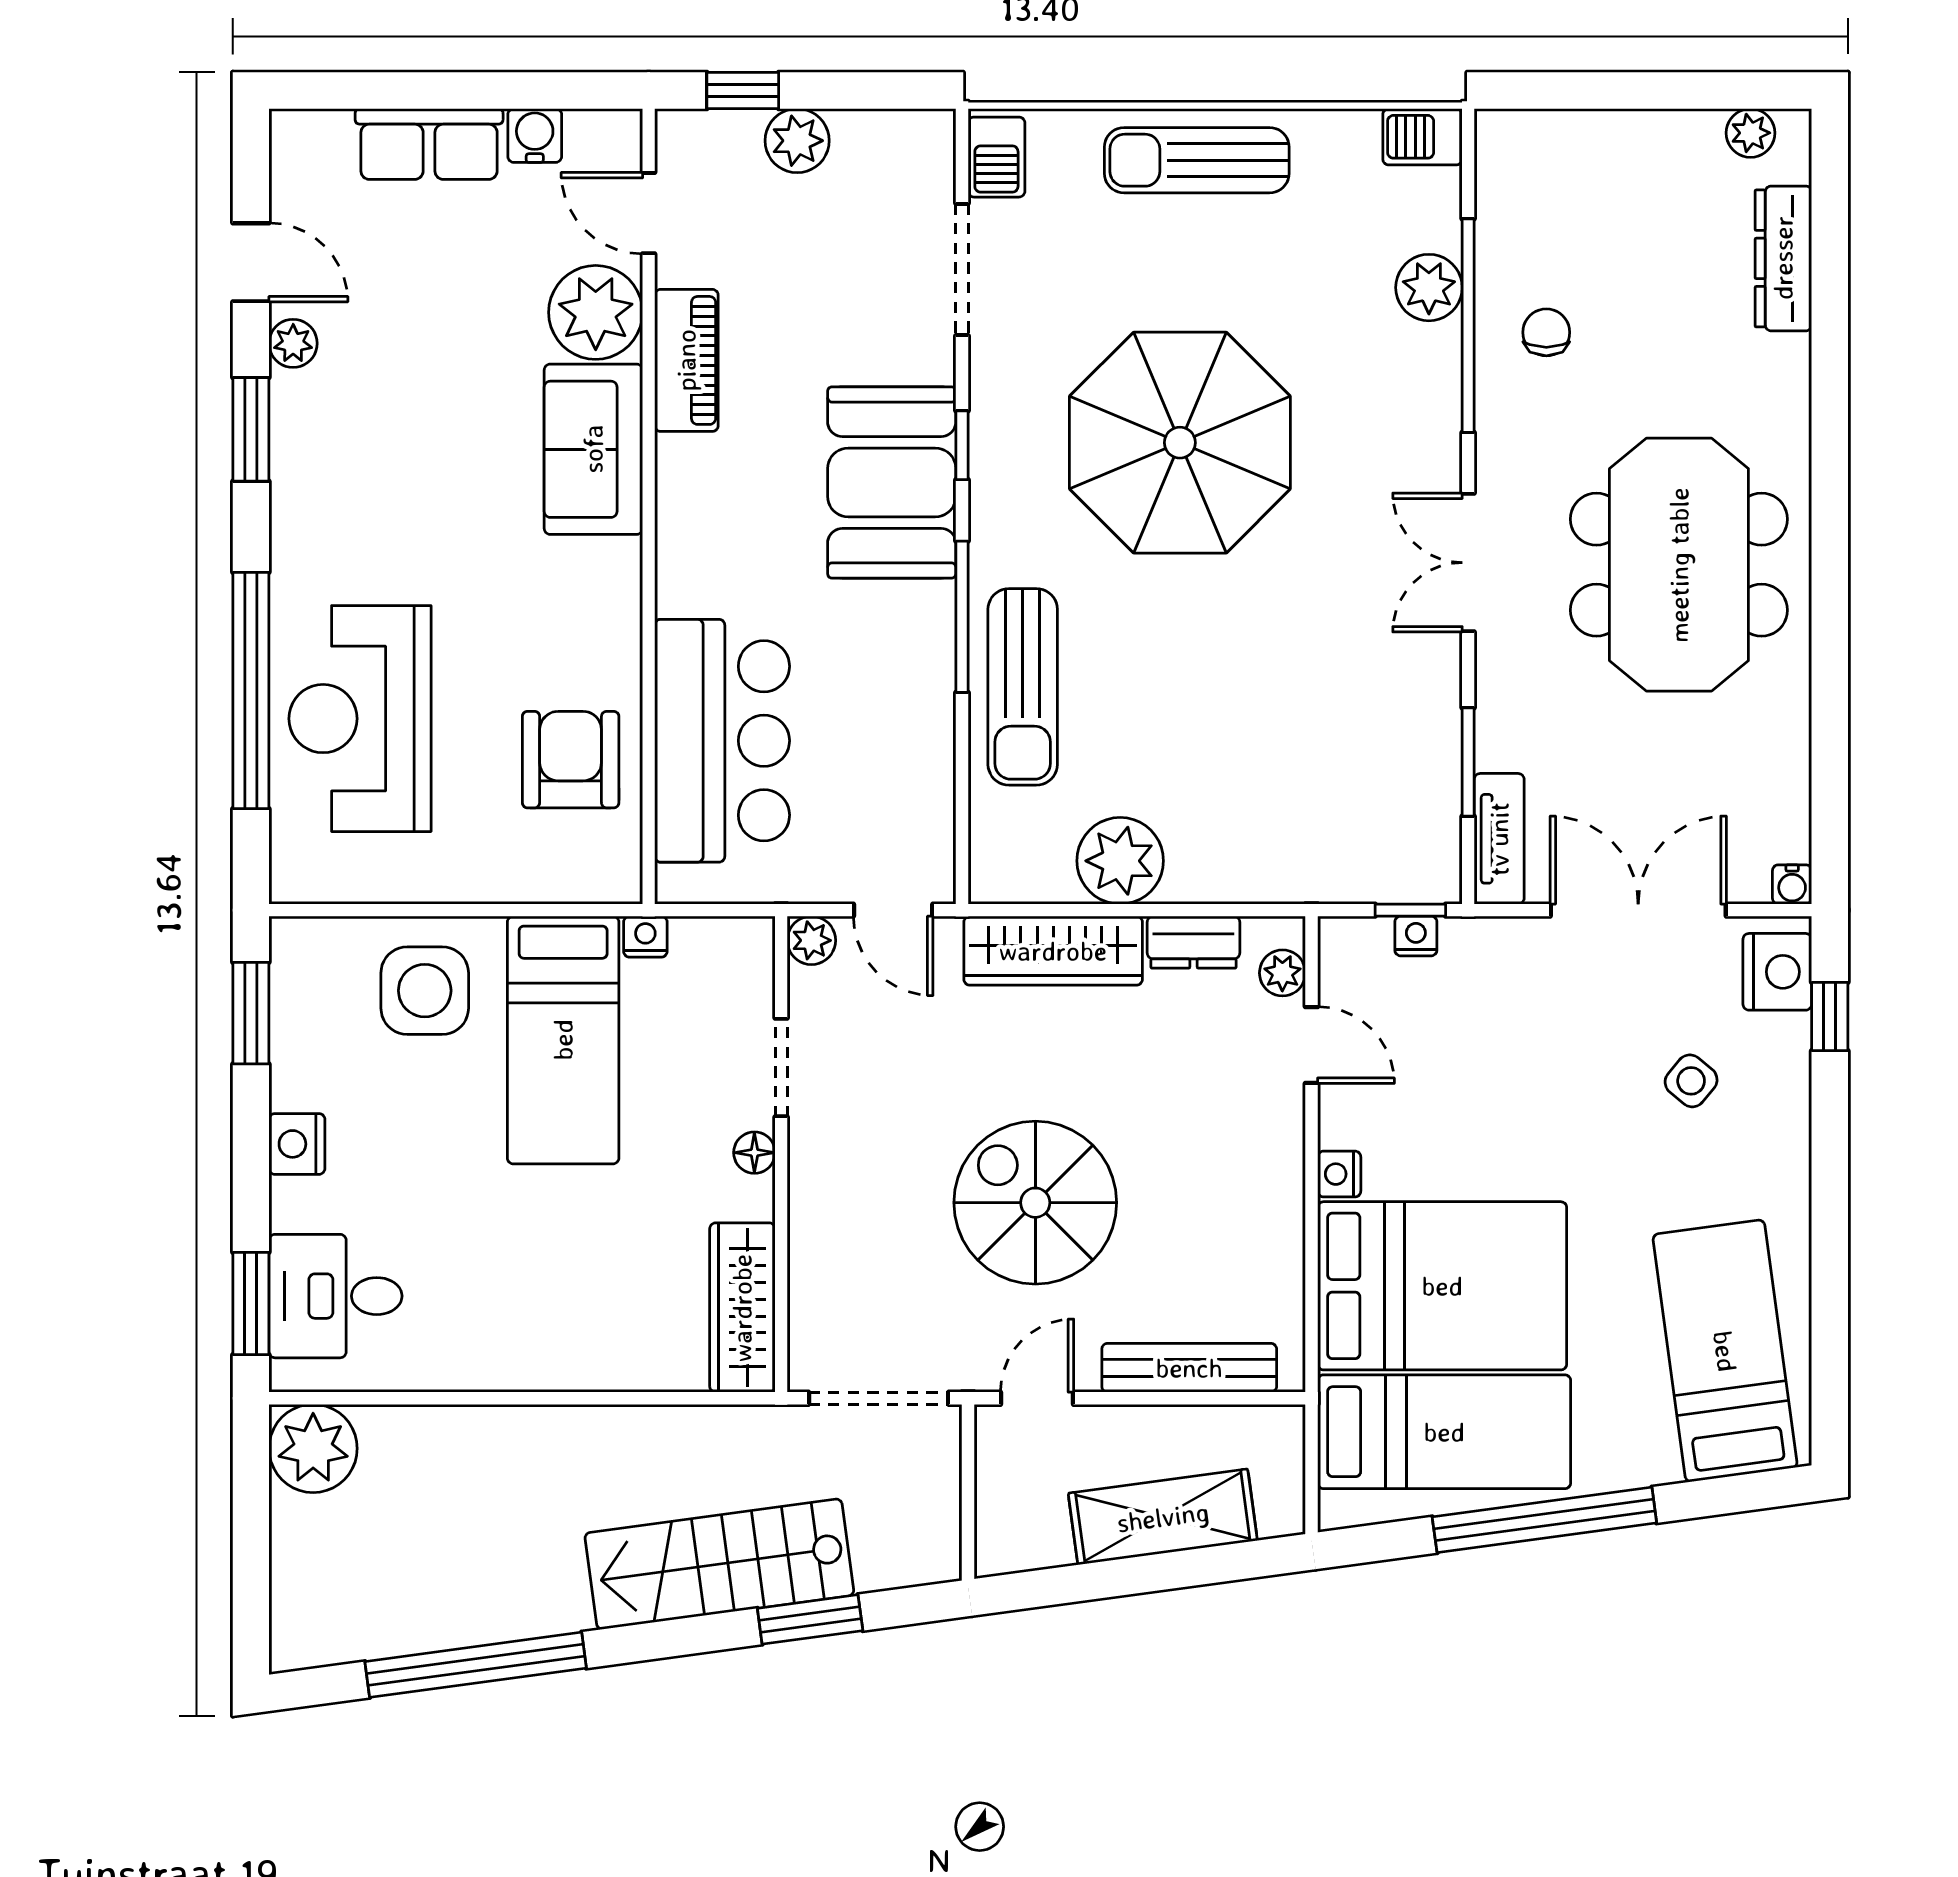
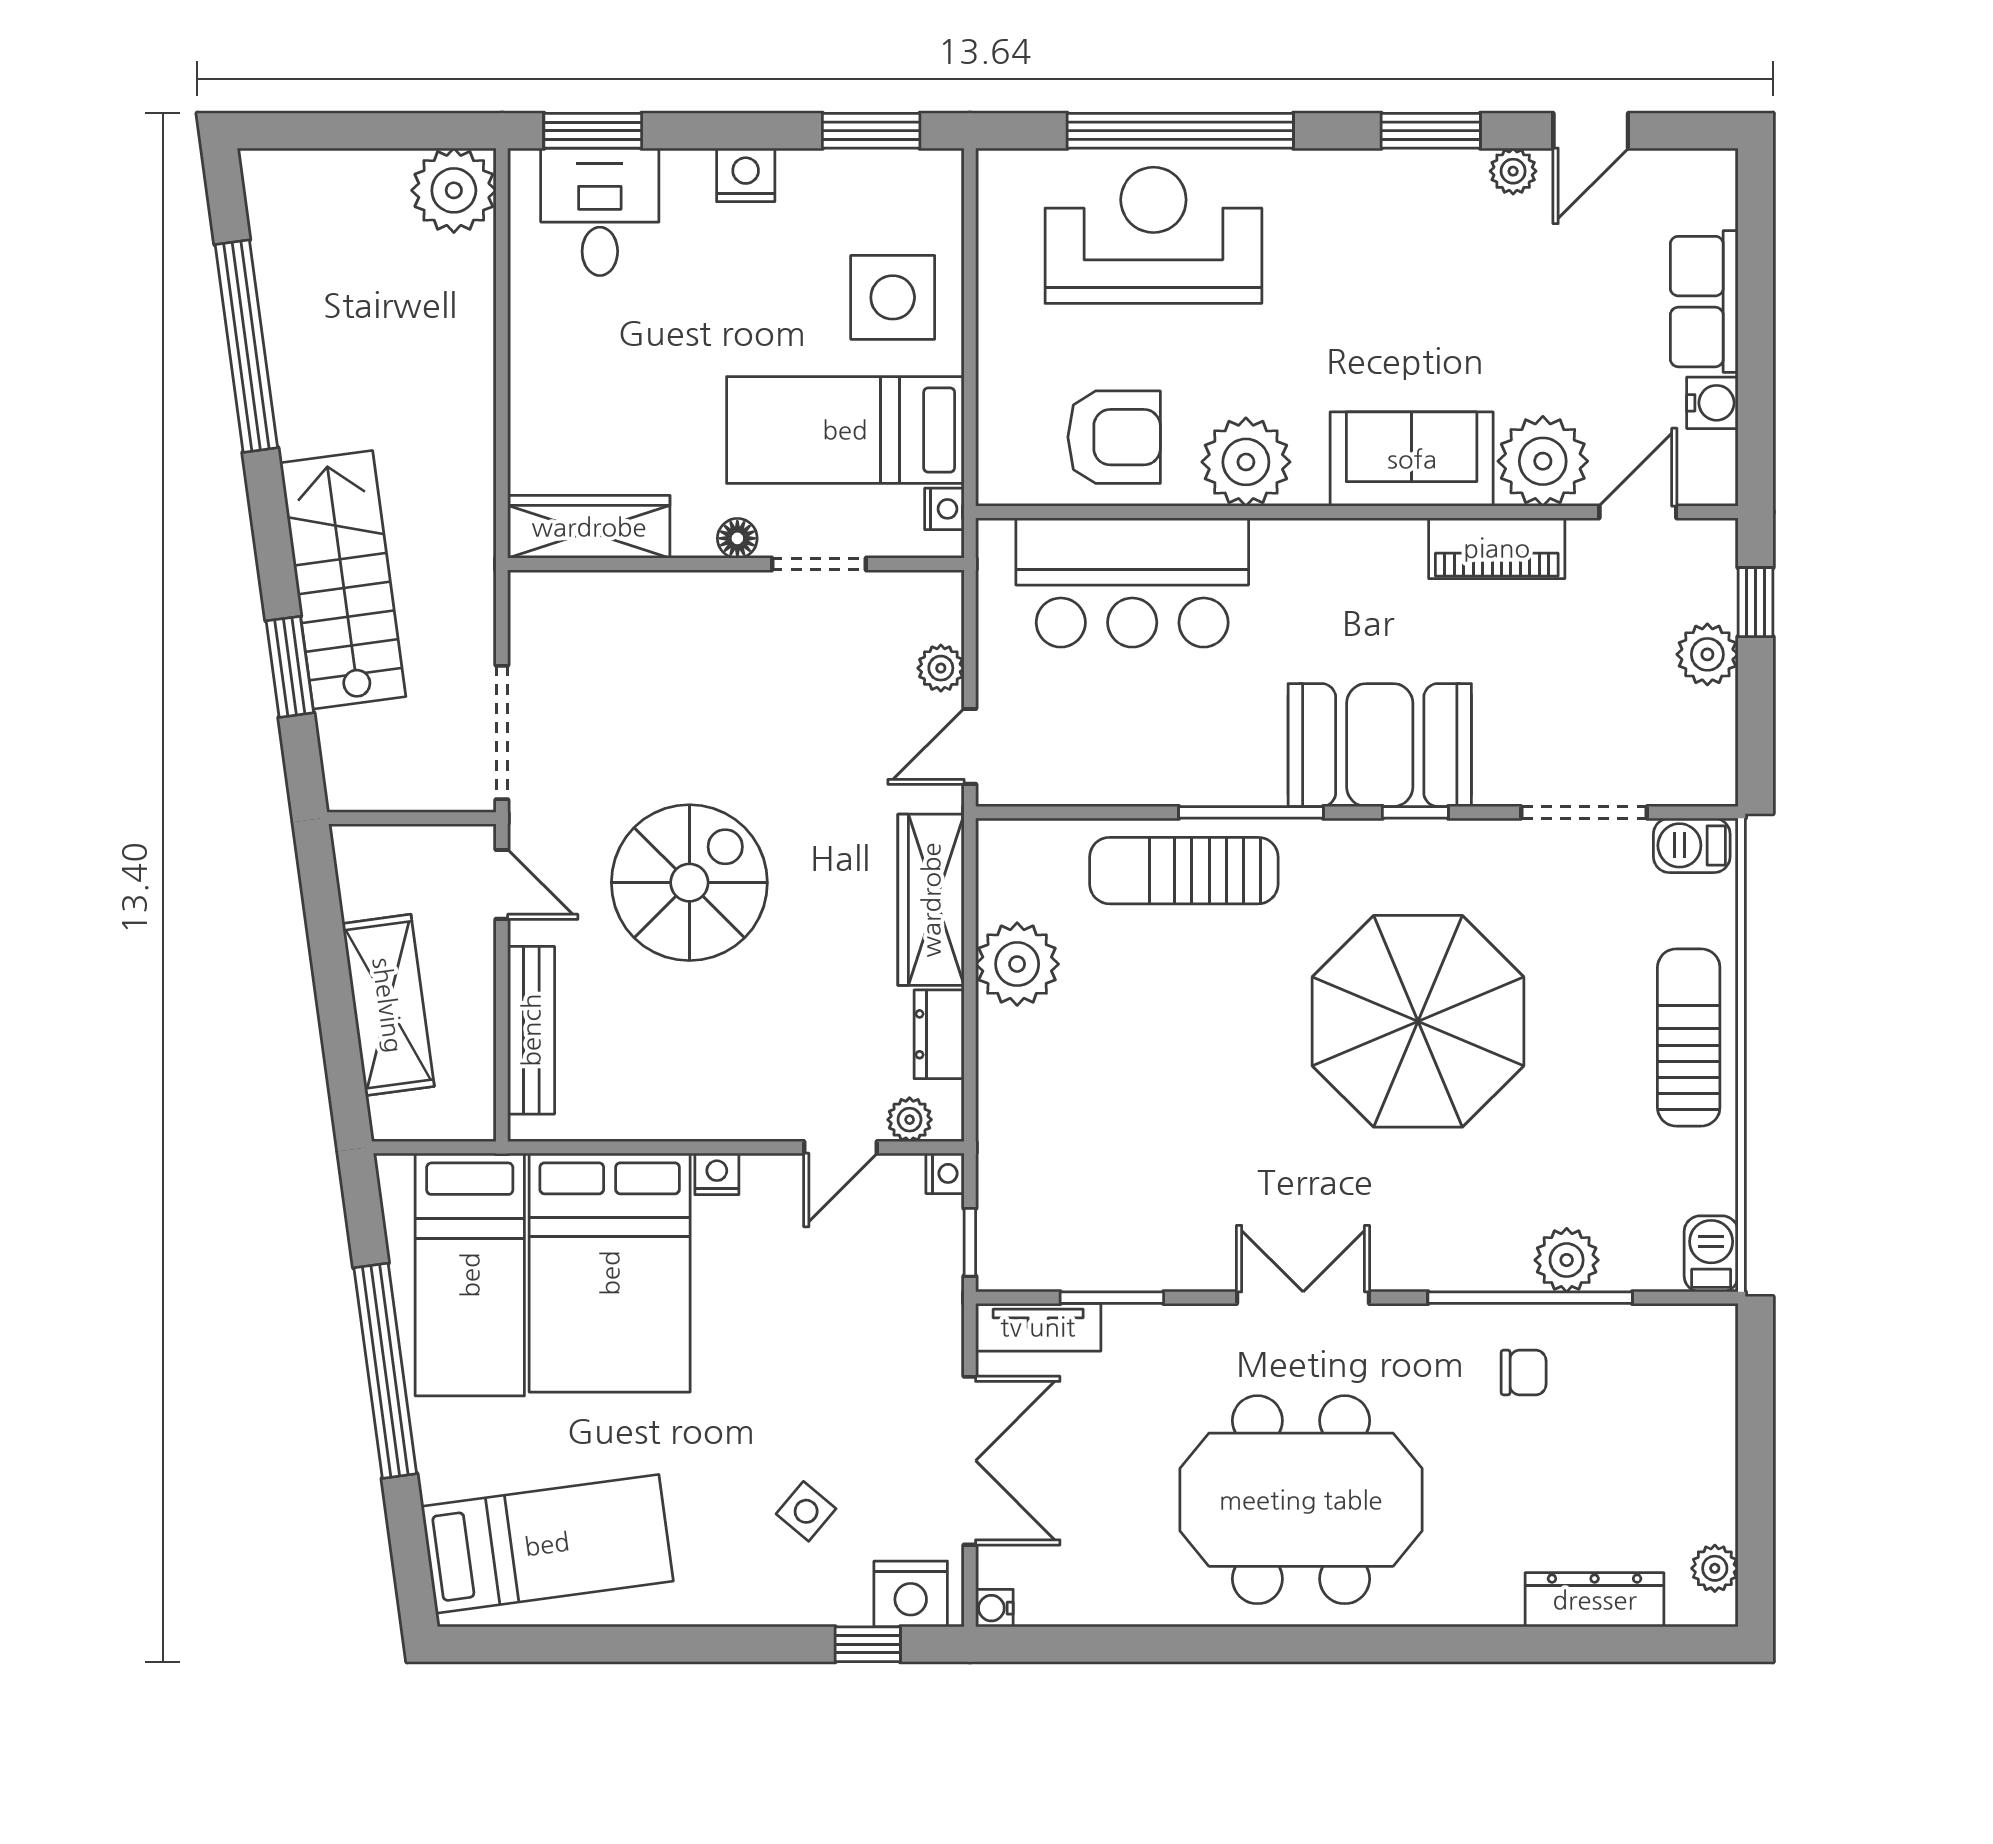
plant: (596, 622) -> (1246, 462), added
nightstand: (1416, 936) -> (945, 1173), moved
doorway: (781, 1068) -> (819, 564), moved
floor lamp: (754, 1153) -> (737, 538), moved
wall: (781, 1154) -> (736, 564), moved
wardrobe: (742, 1308) -> (589, 527), moved

